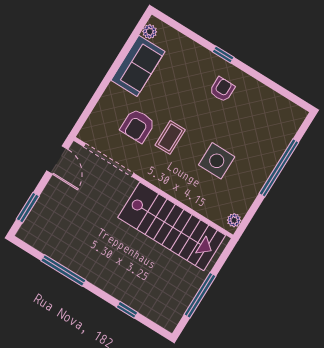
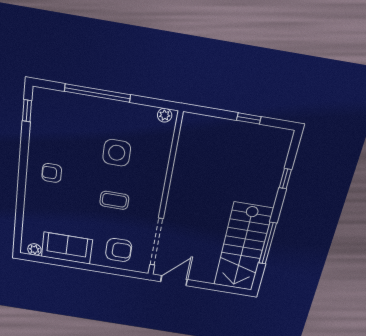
window: (223, 55) -> (27, 111), moved
armchair: (138, 126) -> (119, 250), moved
window: (28, 208) -> (223, 289), removed
stairs: (172, 226) -> (243, 247), moved, turned 180
window: (200, 295) -> (249, 118), width x0.46

